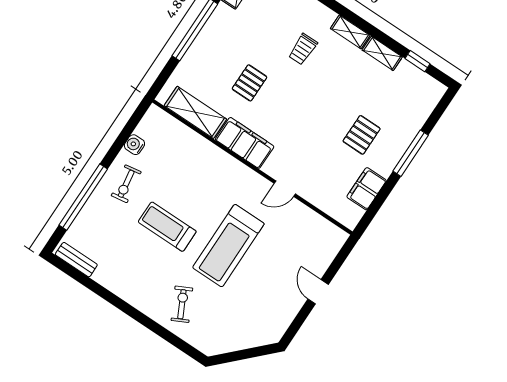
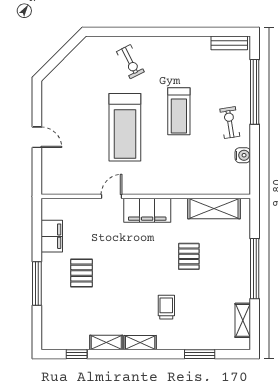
filing cabinet: (245, 143) -> (147, 210), moved
treadmill: (167, 227) -> (179, 111), turned 90
treadmill: (228, 246) -> (125, 127), turned 180

